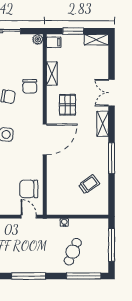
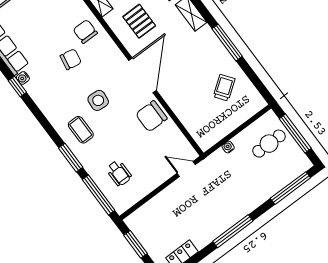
chair: (30, 86) -> (85, 31), turned 180
chair: (29, 189) -> (151, 116), moved
cafe table: (73, 252) -> (269, 144), moved, turned 67

